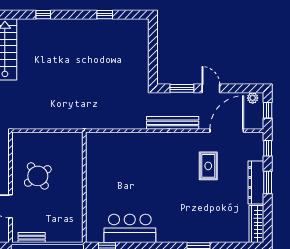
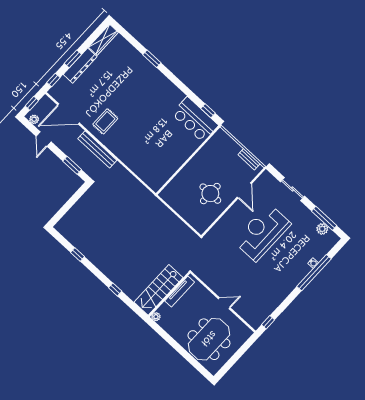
door: (211, 88) -> (44, 139), moved
rug: (208, 166) -> (105, 121), moved
round table: (38, 176) -> (210, 194), turned 35
bar counter: (130, 228) -> (195, 119), moved

